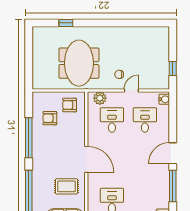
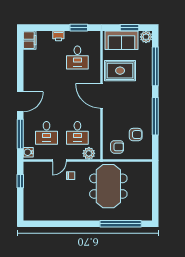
window: (66, 23) -> (121, 224), width x3.17
rug: (66, 186) -> (120, 71), width x1.36, depth x1.43
window: (173, 186) -> (20, 134), moved

